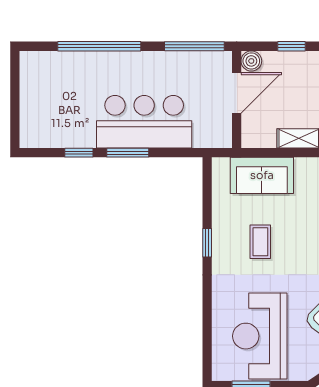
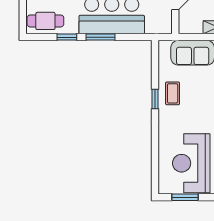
cafe table: (48, 129) -> (45, 21), added
coffee table: (260, 242) -> (173, 93), moved

